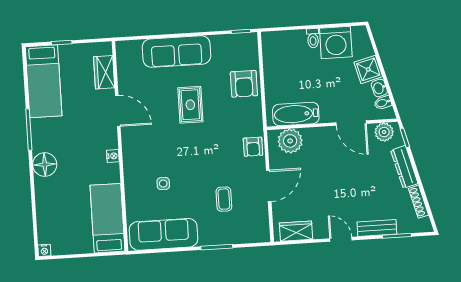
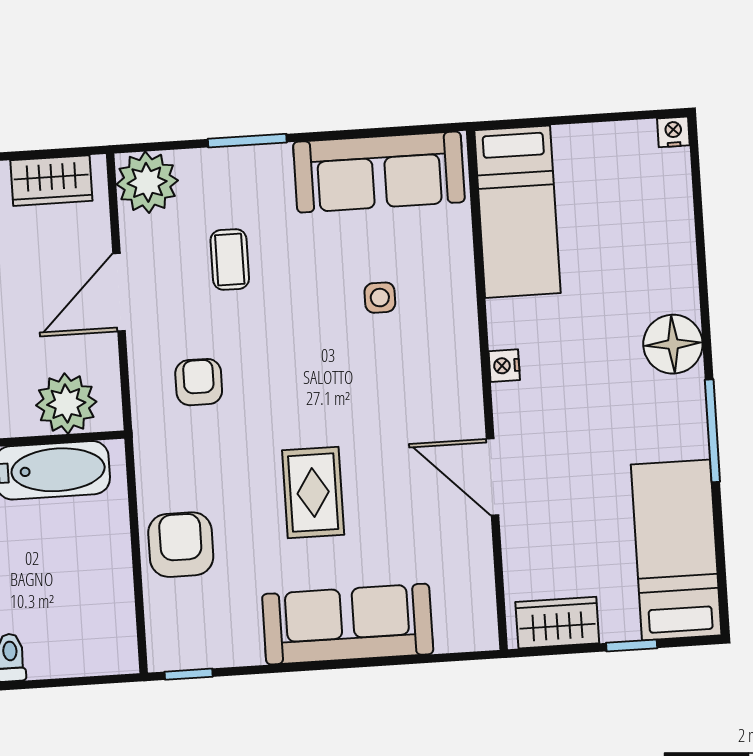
wardrobe: (104, 72) -> (557, 623), moved, turned -90
armchair: (253, 147) -> (199, 382), moved
plant: (257, 230) -> (147, 182), added

